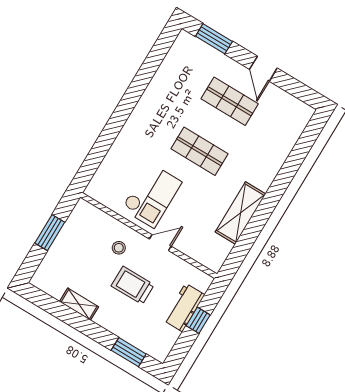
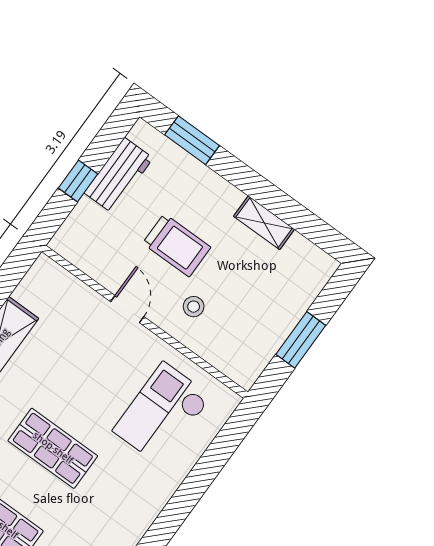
checkout: (152, 195) -> (162, 414), moved
door: (160, 243) -> (127, 309), swing flipped
workbench: (184, 308) -> (119, 175), moved

